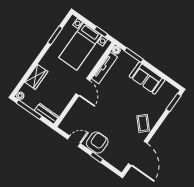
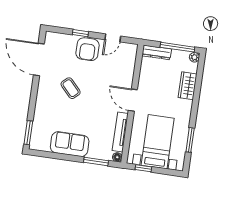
coffee table: (143, 123) -> (71, 88), moved

